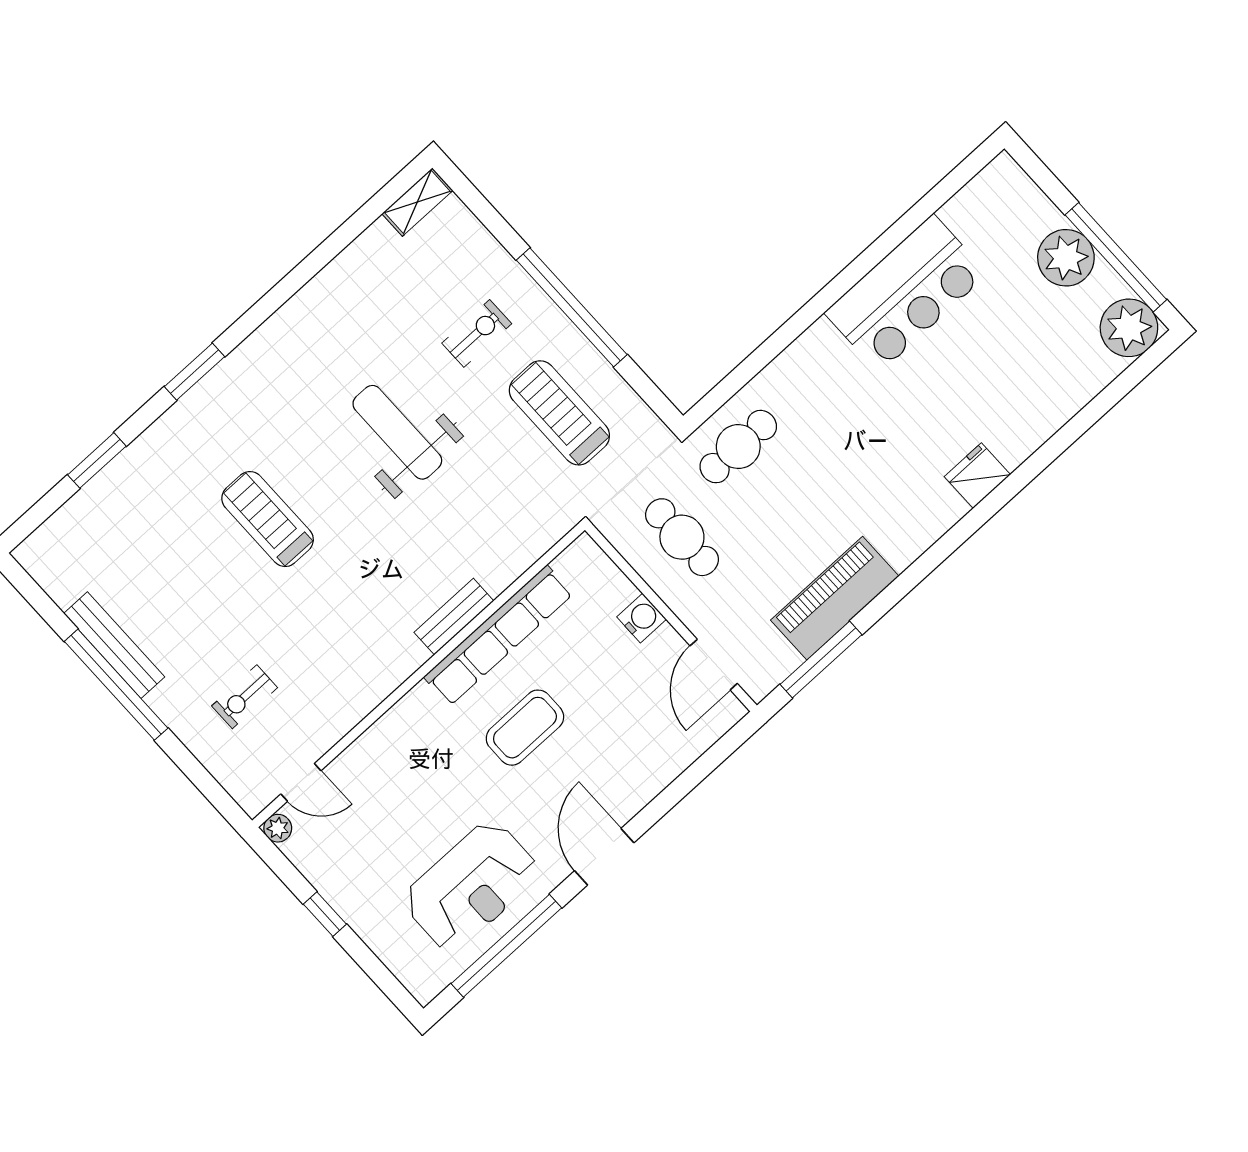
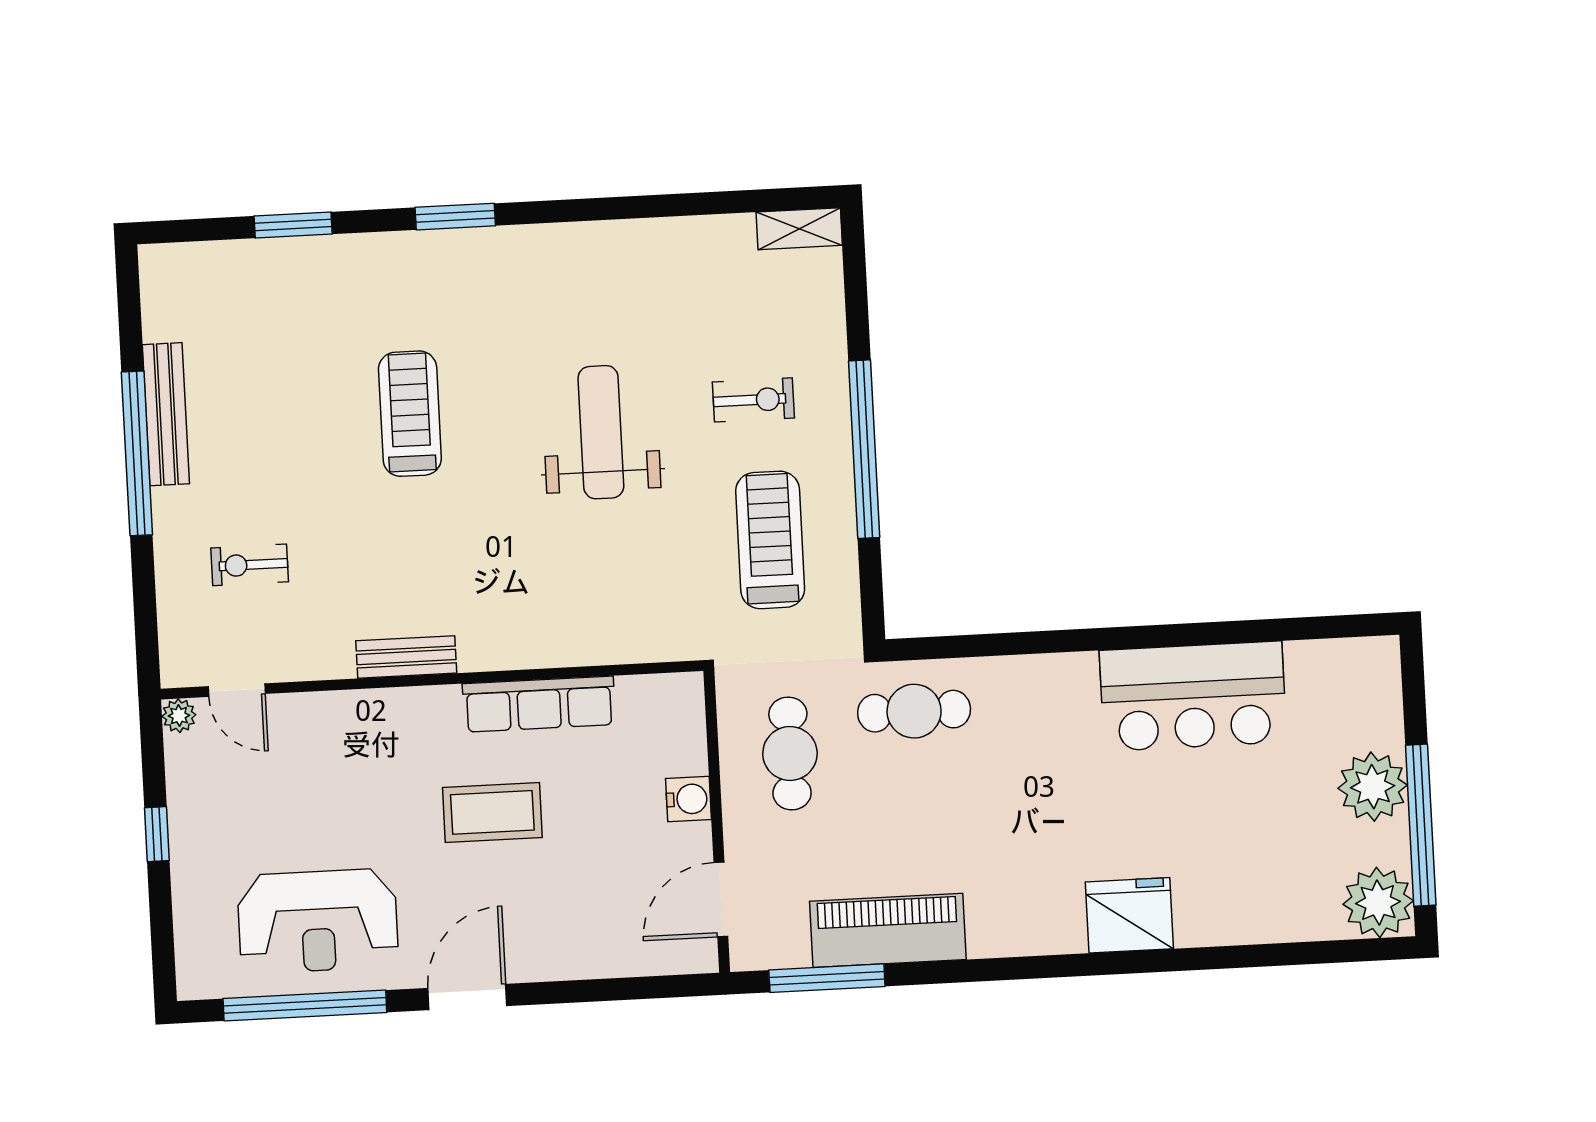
fridge: (977, 476) -> (1129, 915), width x1.36, depth x1.34
bench: (454, 617) -> (406, 657), moved
row of seats: (498, 635) -> (539, 704), width x0.73

